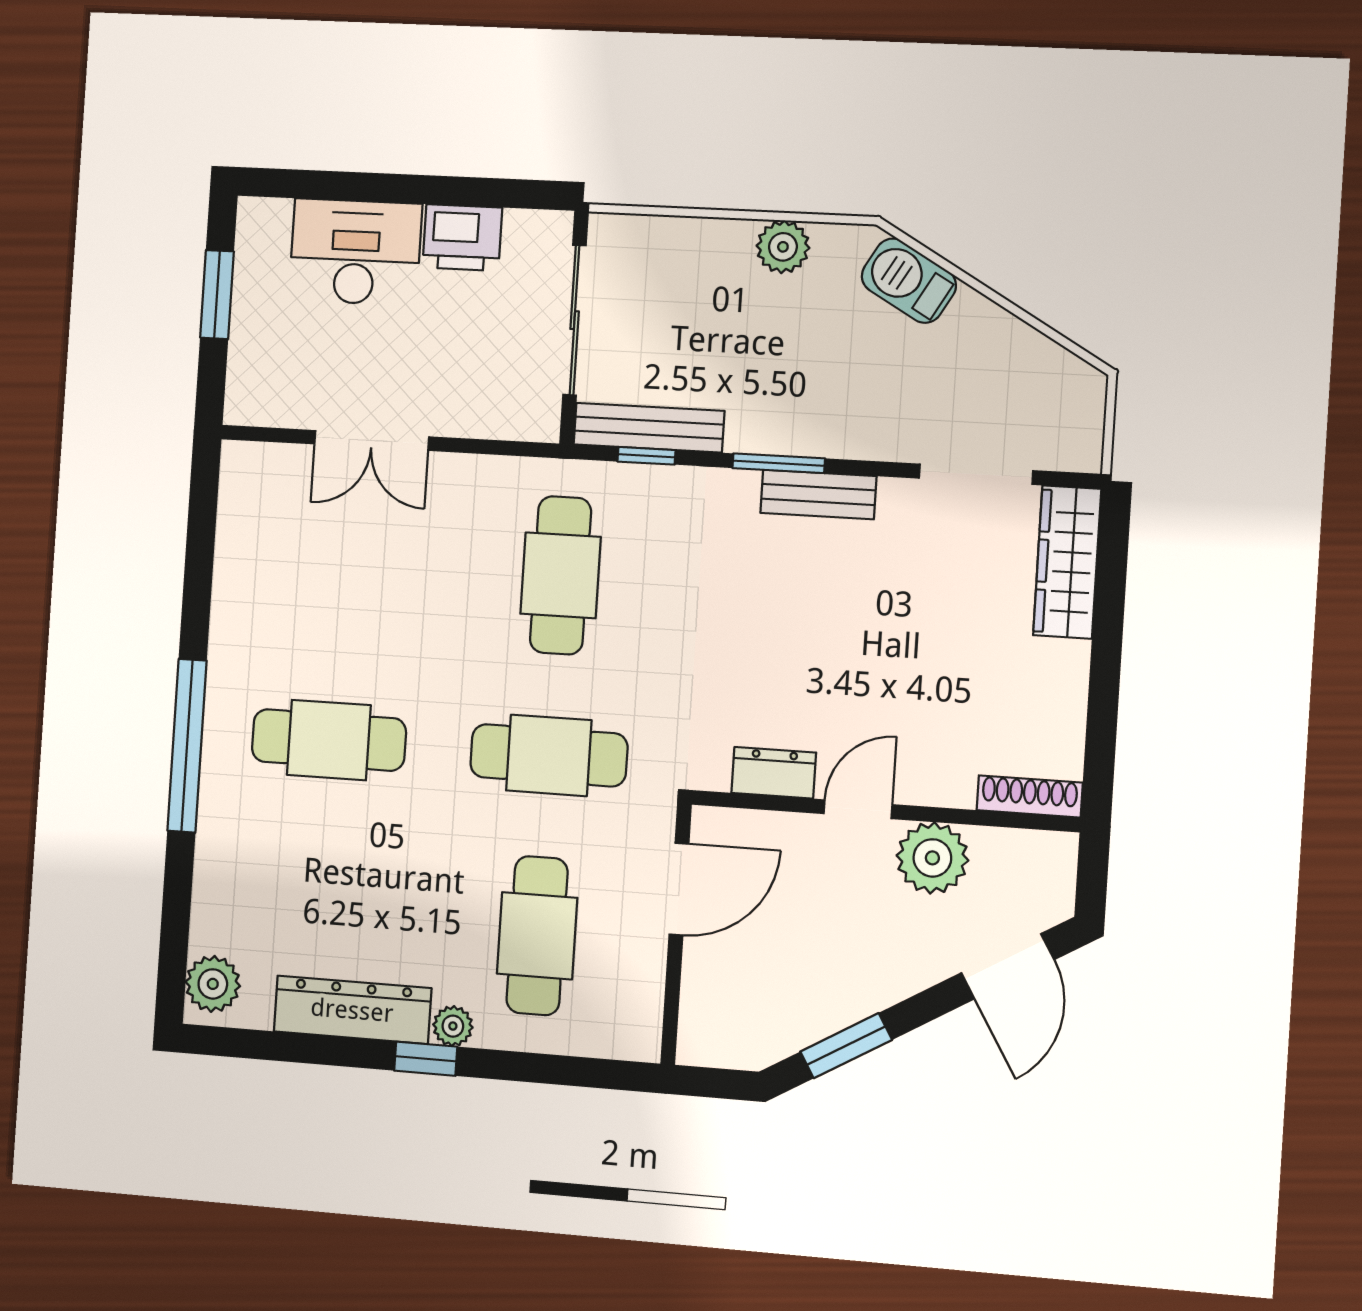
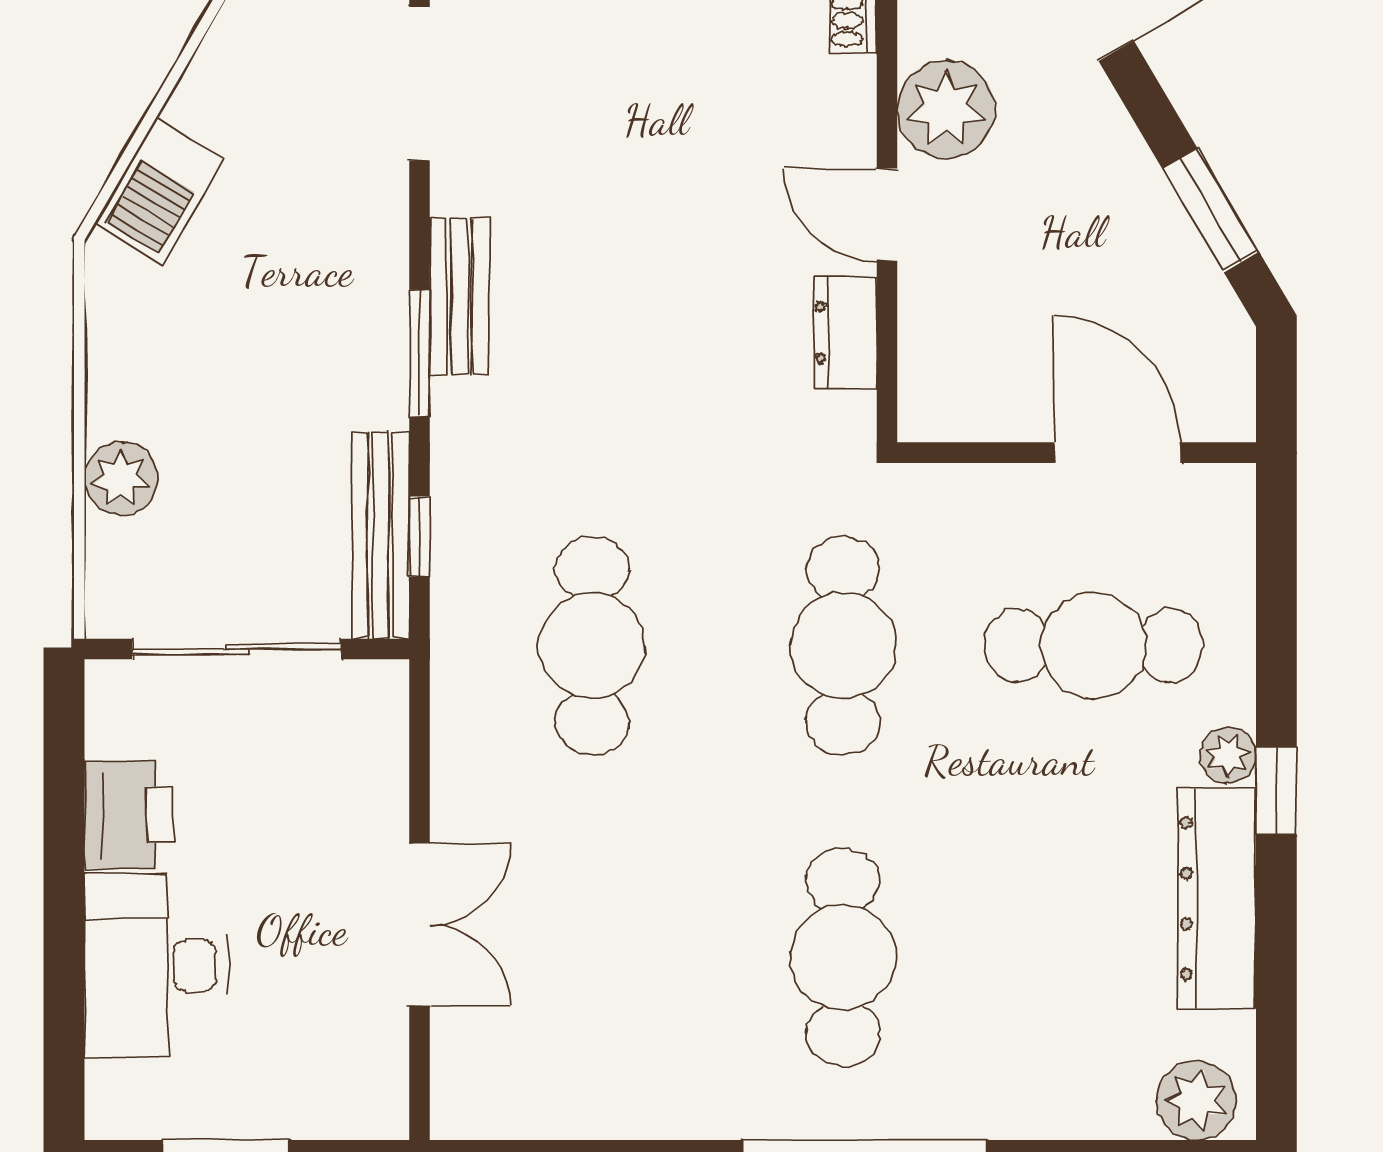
plant: (783, 247) -> (121, 479), moved
cafe table: (561, 575) -> (592, 645), turned 90
door: (679, 889) -> (1117, 453), moved

